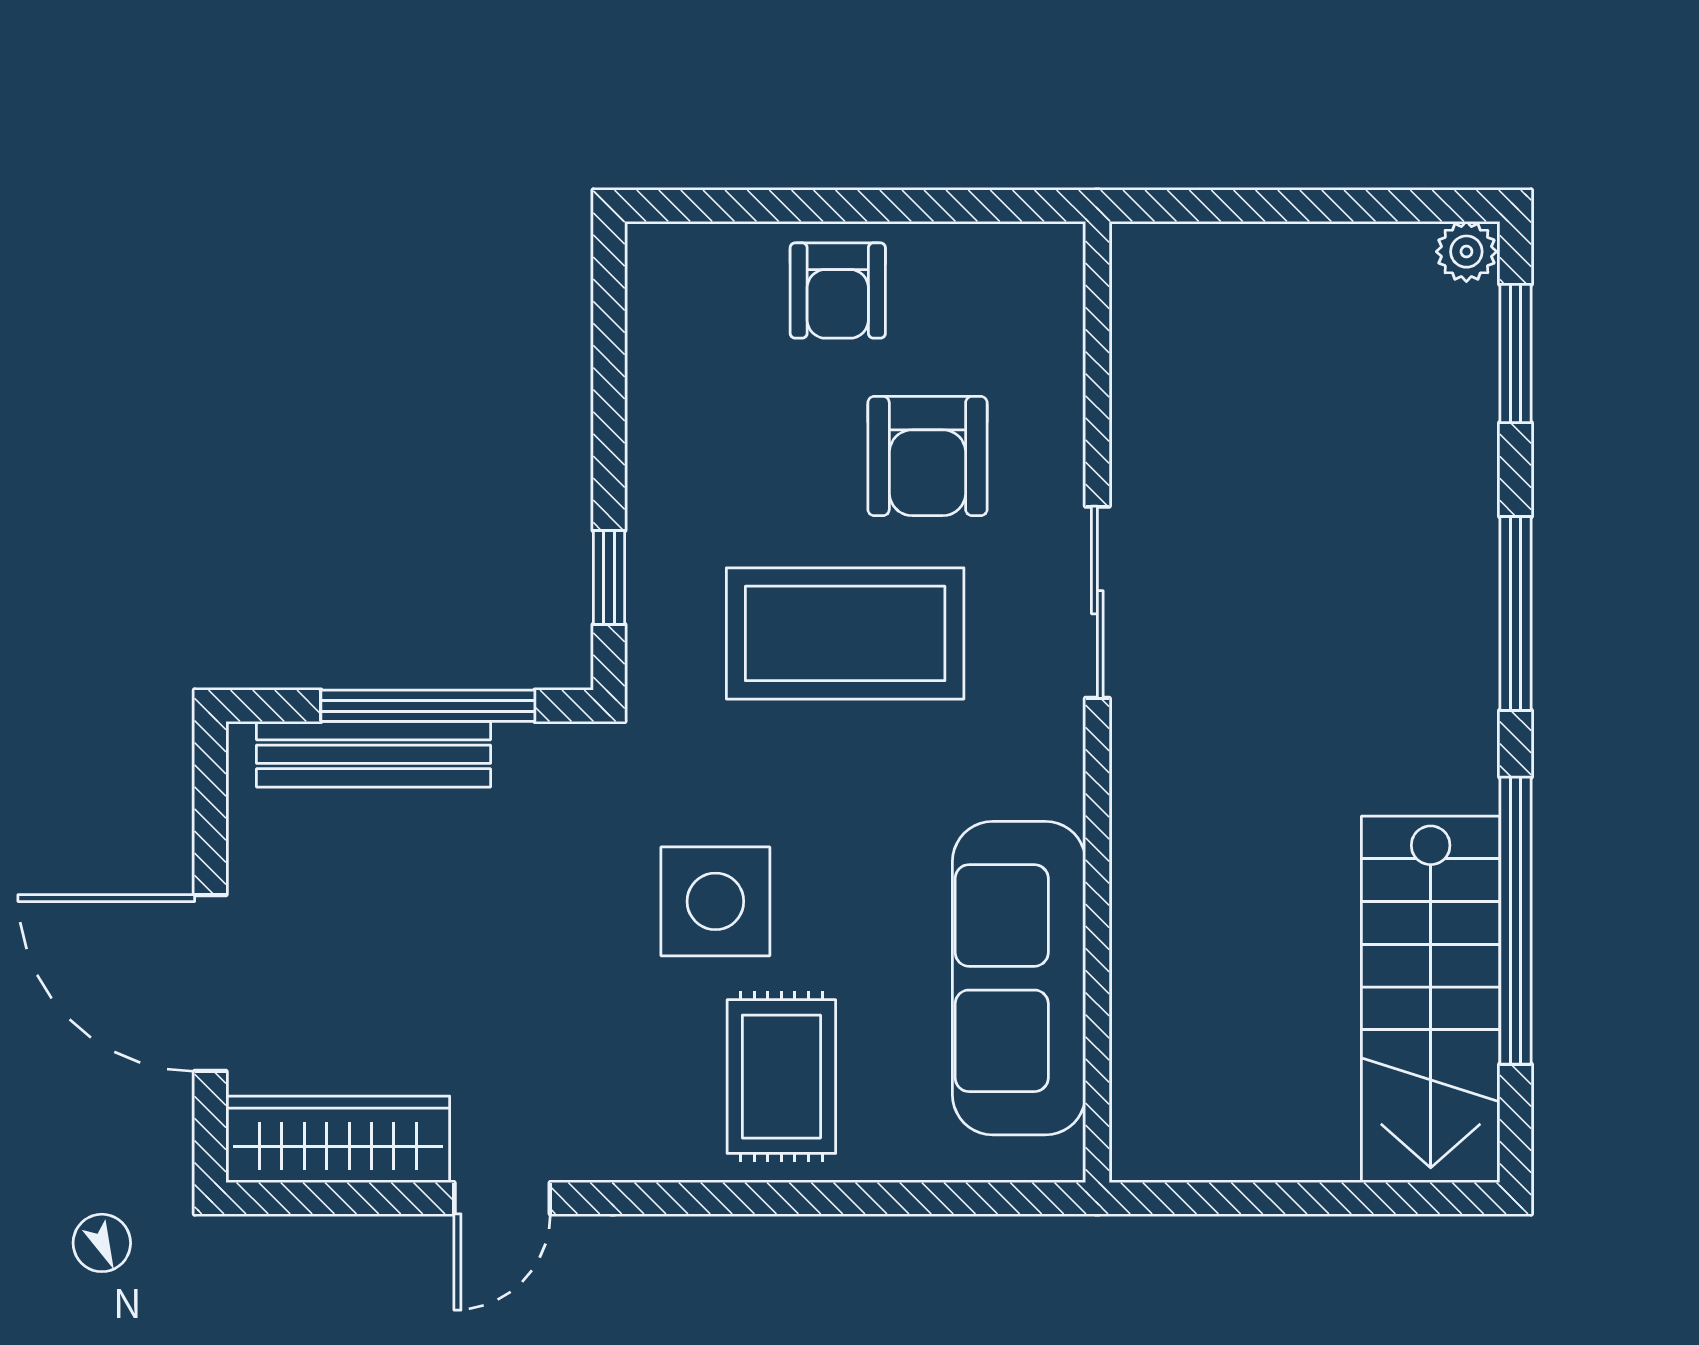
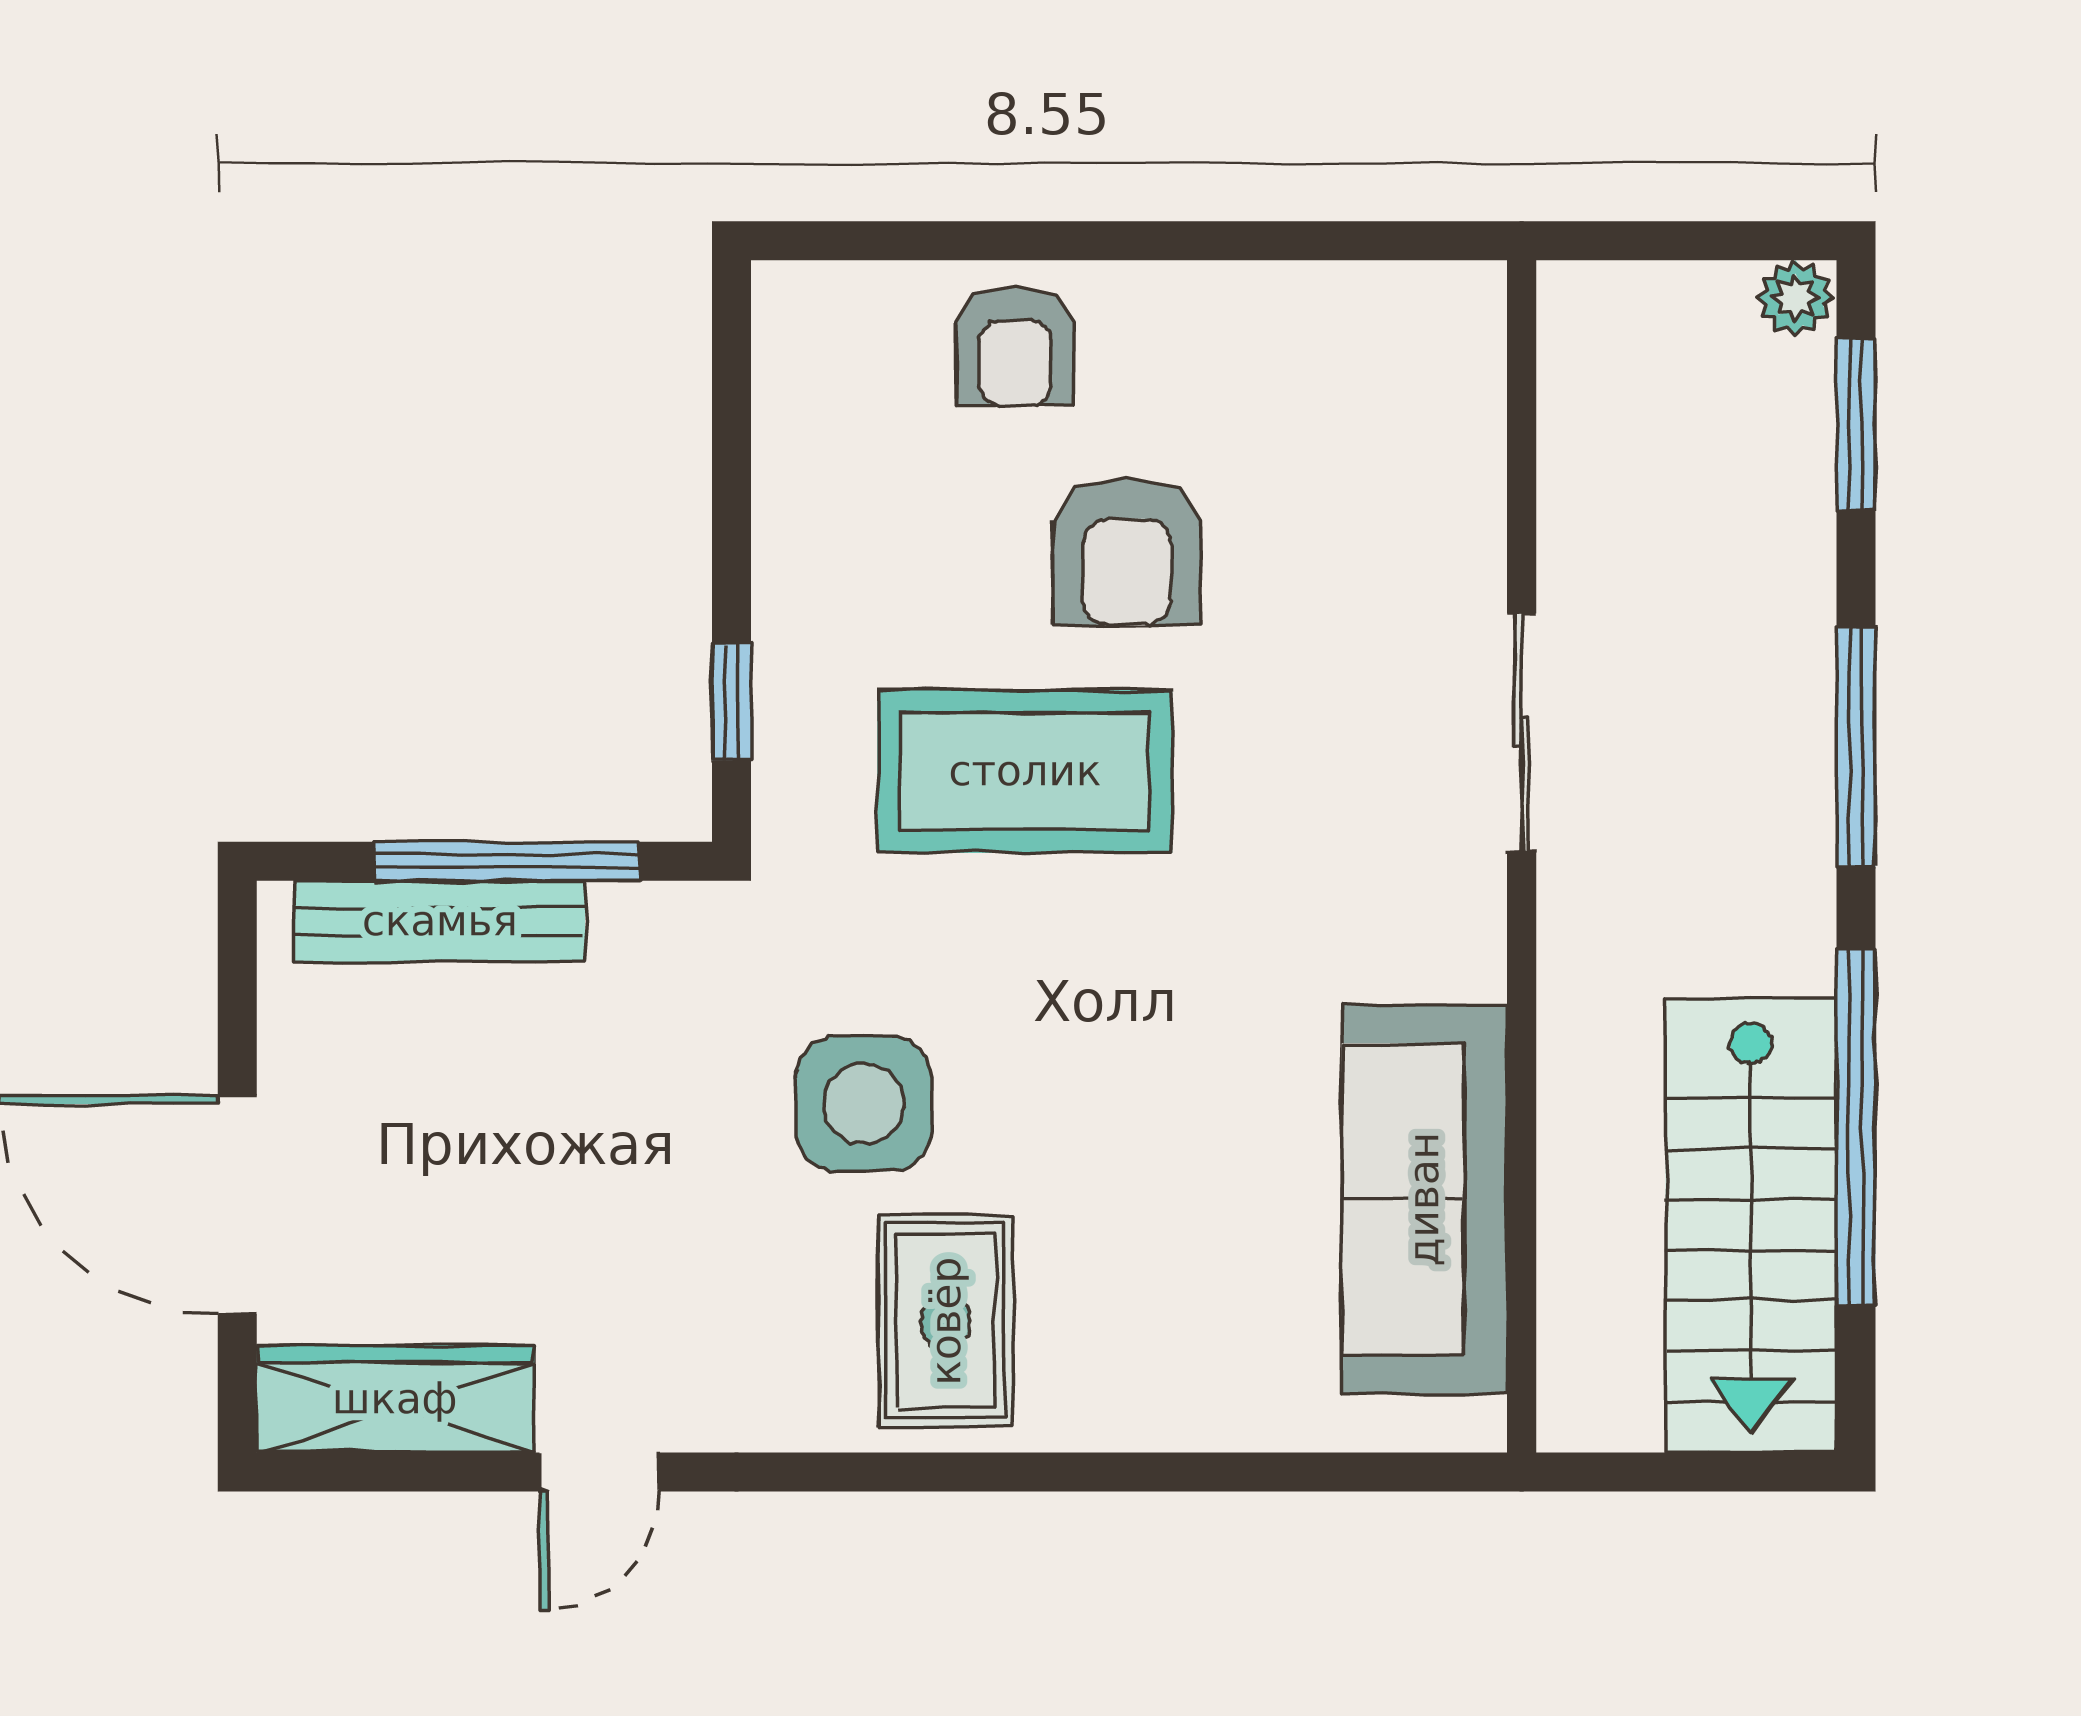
sliding door: (1097, 602) -> (1522, 733), moved
wall: (1097, 702) -> (1522, 856), moved
sofa: (1019, 978) -> (1424, 1199), moved

